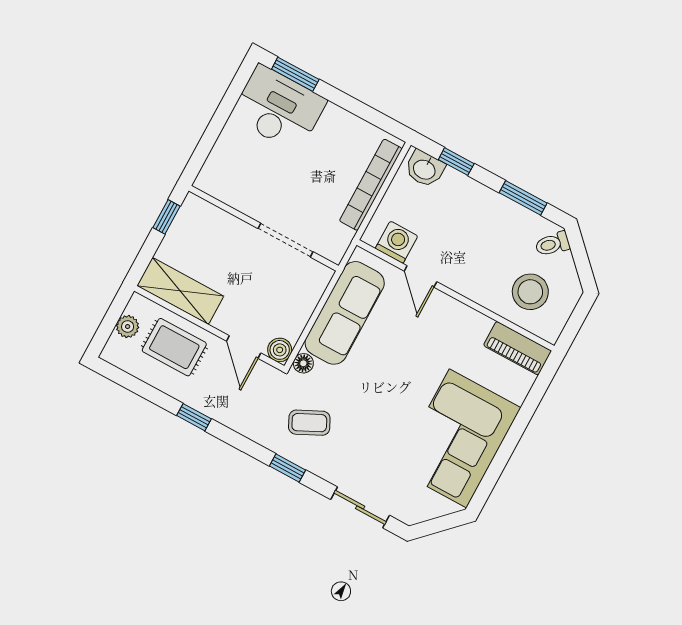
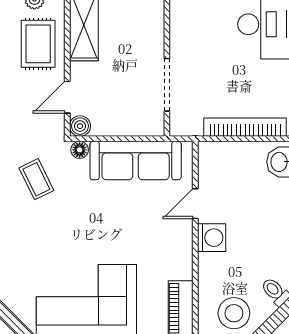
washing machine: (397, 242) -> (212, 238), moved
stool: (530, 292) -> (234, 313), moved

